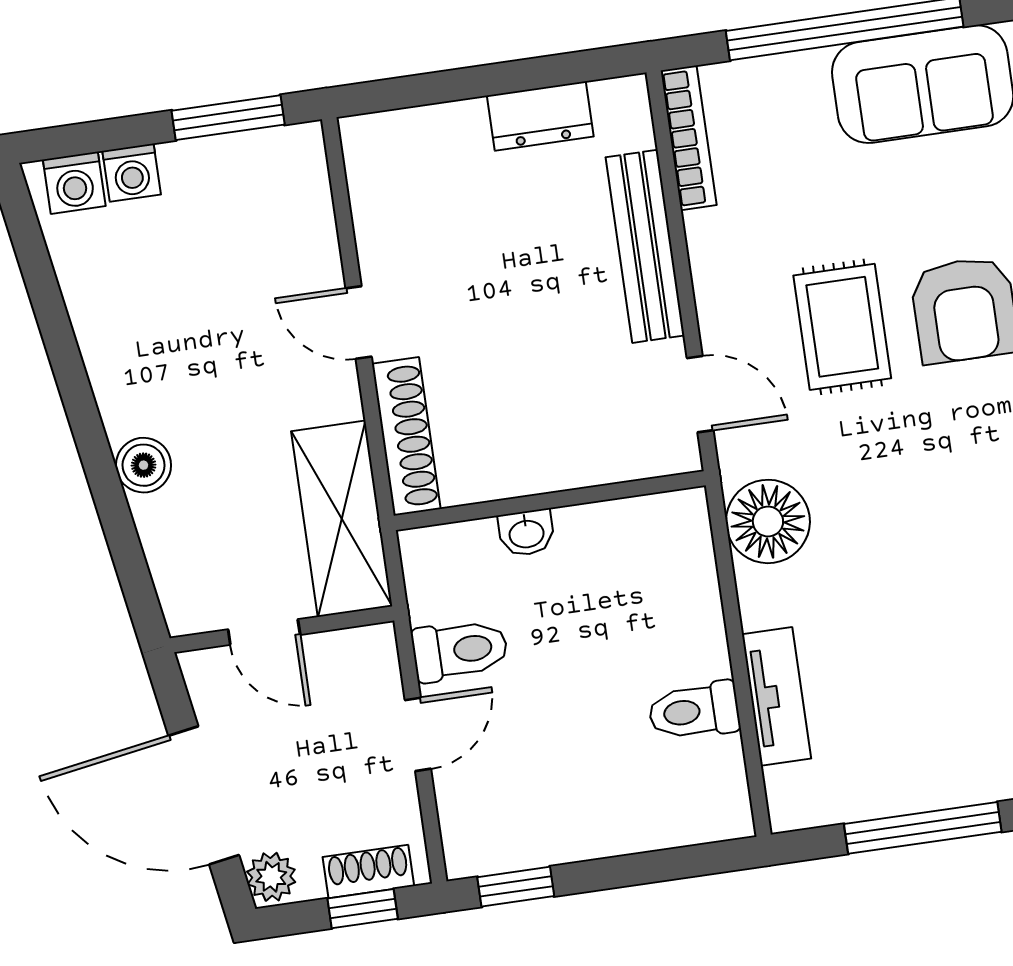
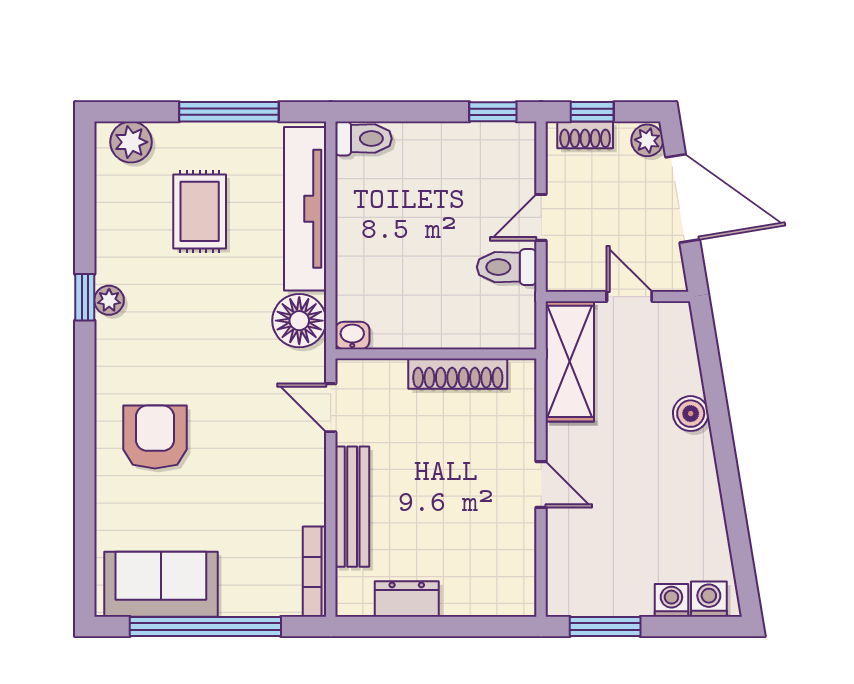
rug: (842, 327) -> (200, 211), moved
shoe rack: (406, 436) -> (458, 374), moved, turned -90
washbasin: (526, 533) -> (352, 336), moved
tv unit: (777, 696) -> (305, 209), width x1.92, depth x1.29
toilet: (694, 711) -> (363, 139), moved

